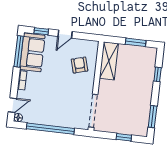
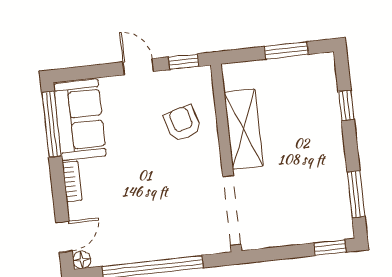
window: (41, 31) -> (183, 62), moved
door: (65, 34) -> (138, 67), swing flipped
shelving: (109, 61) -> (244, 129), moved
window: (124, 137) -> (330, 248), moved

